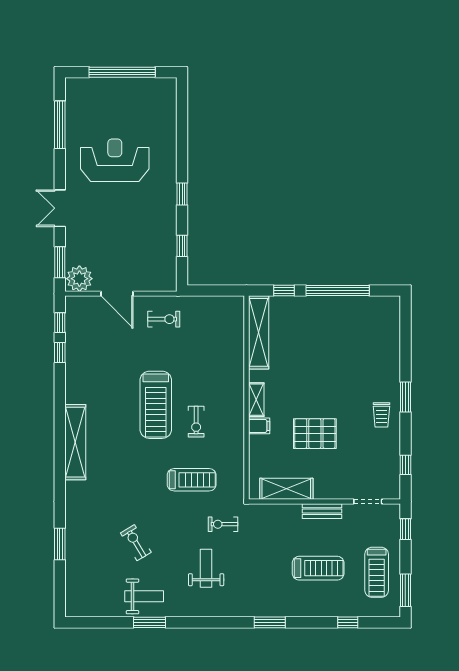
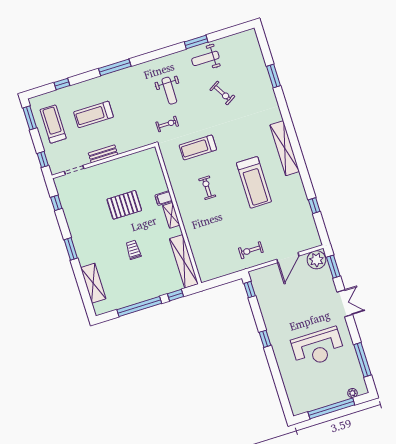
plant: (87, 84) -> (352, 393), added
window: (182, 246) -> (250, 290), moved
door: (117, 294) -> (288, 258), swing flipped
window: (60, 323) -> (320, 226), removed
treadmill: (156, 405) -> (254, 182), moved, turned 180
trolley: (381, 415) -> (133, 250), moved
shelving: (286, 489) -> (93, 283), moved, turned 90
window: (270, 622) -> (115, 67), width x1.44

